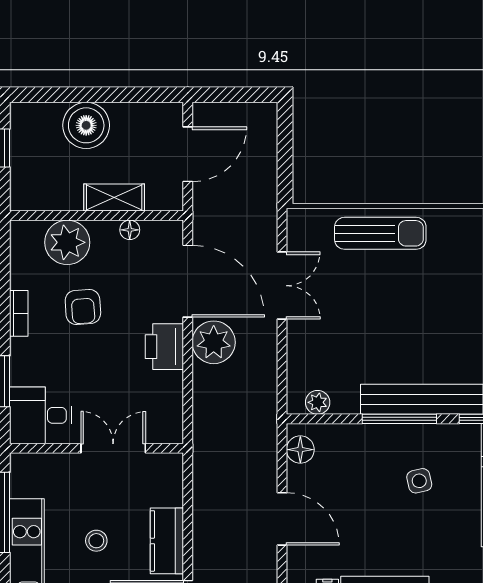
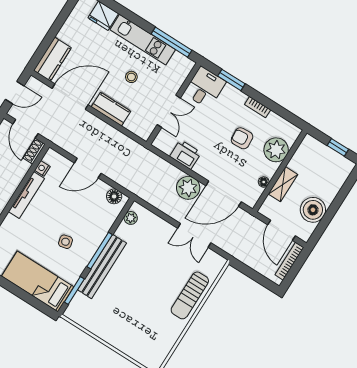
bookcase: (228, 111) -> (289, 261), added
boiler: (86, 125) -> (313, 210), moved
printer: (164, 347) -> (185, 155), moved

